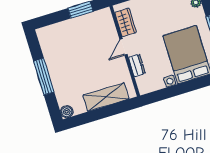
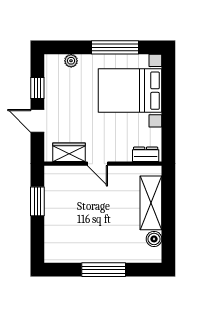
dresser: (137, 65) -> (146, 154), moved
boiler: (67, 112) -> (154, 239), moved

